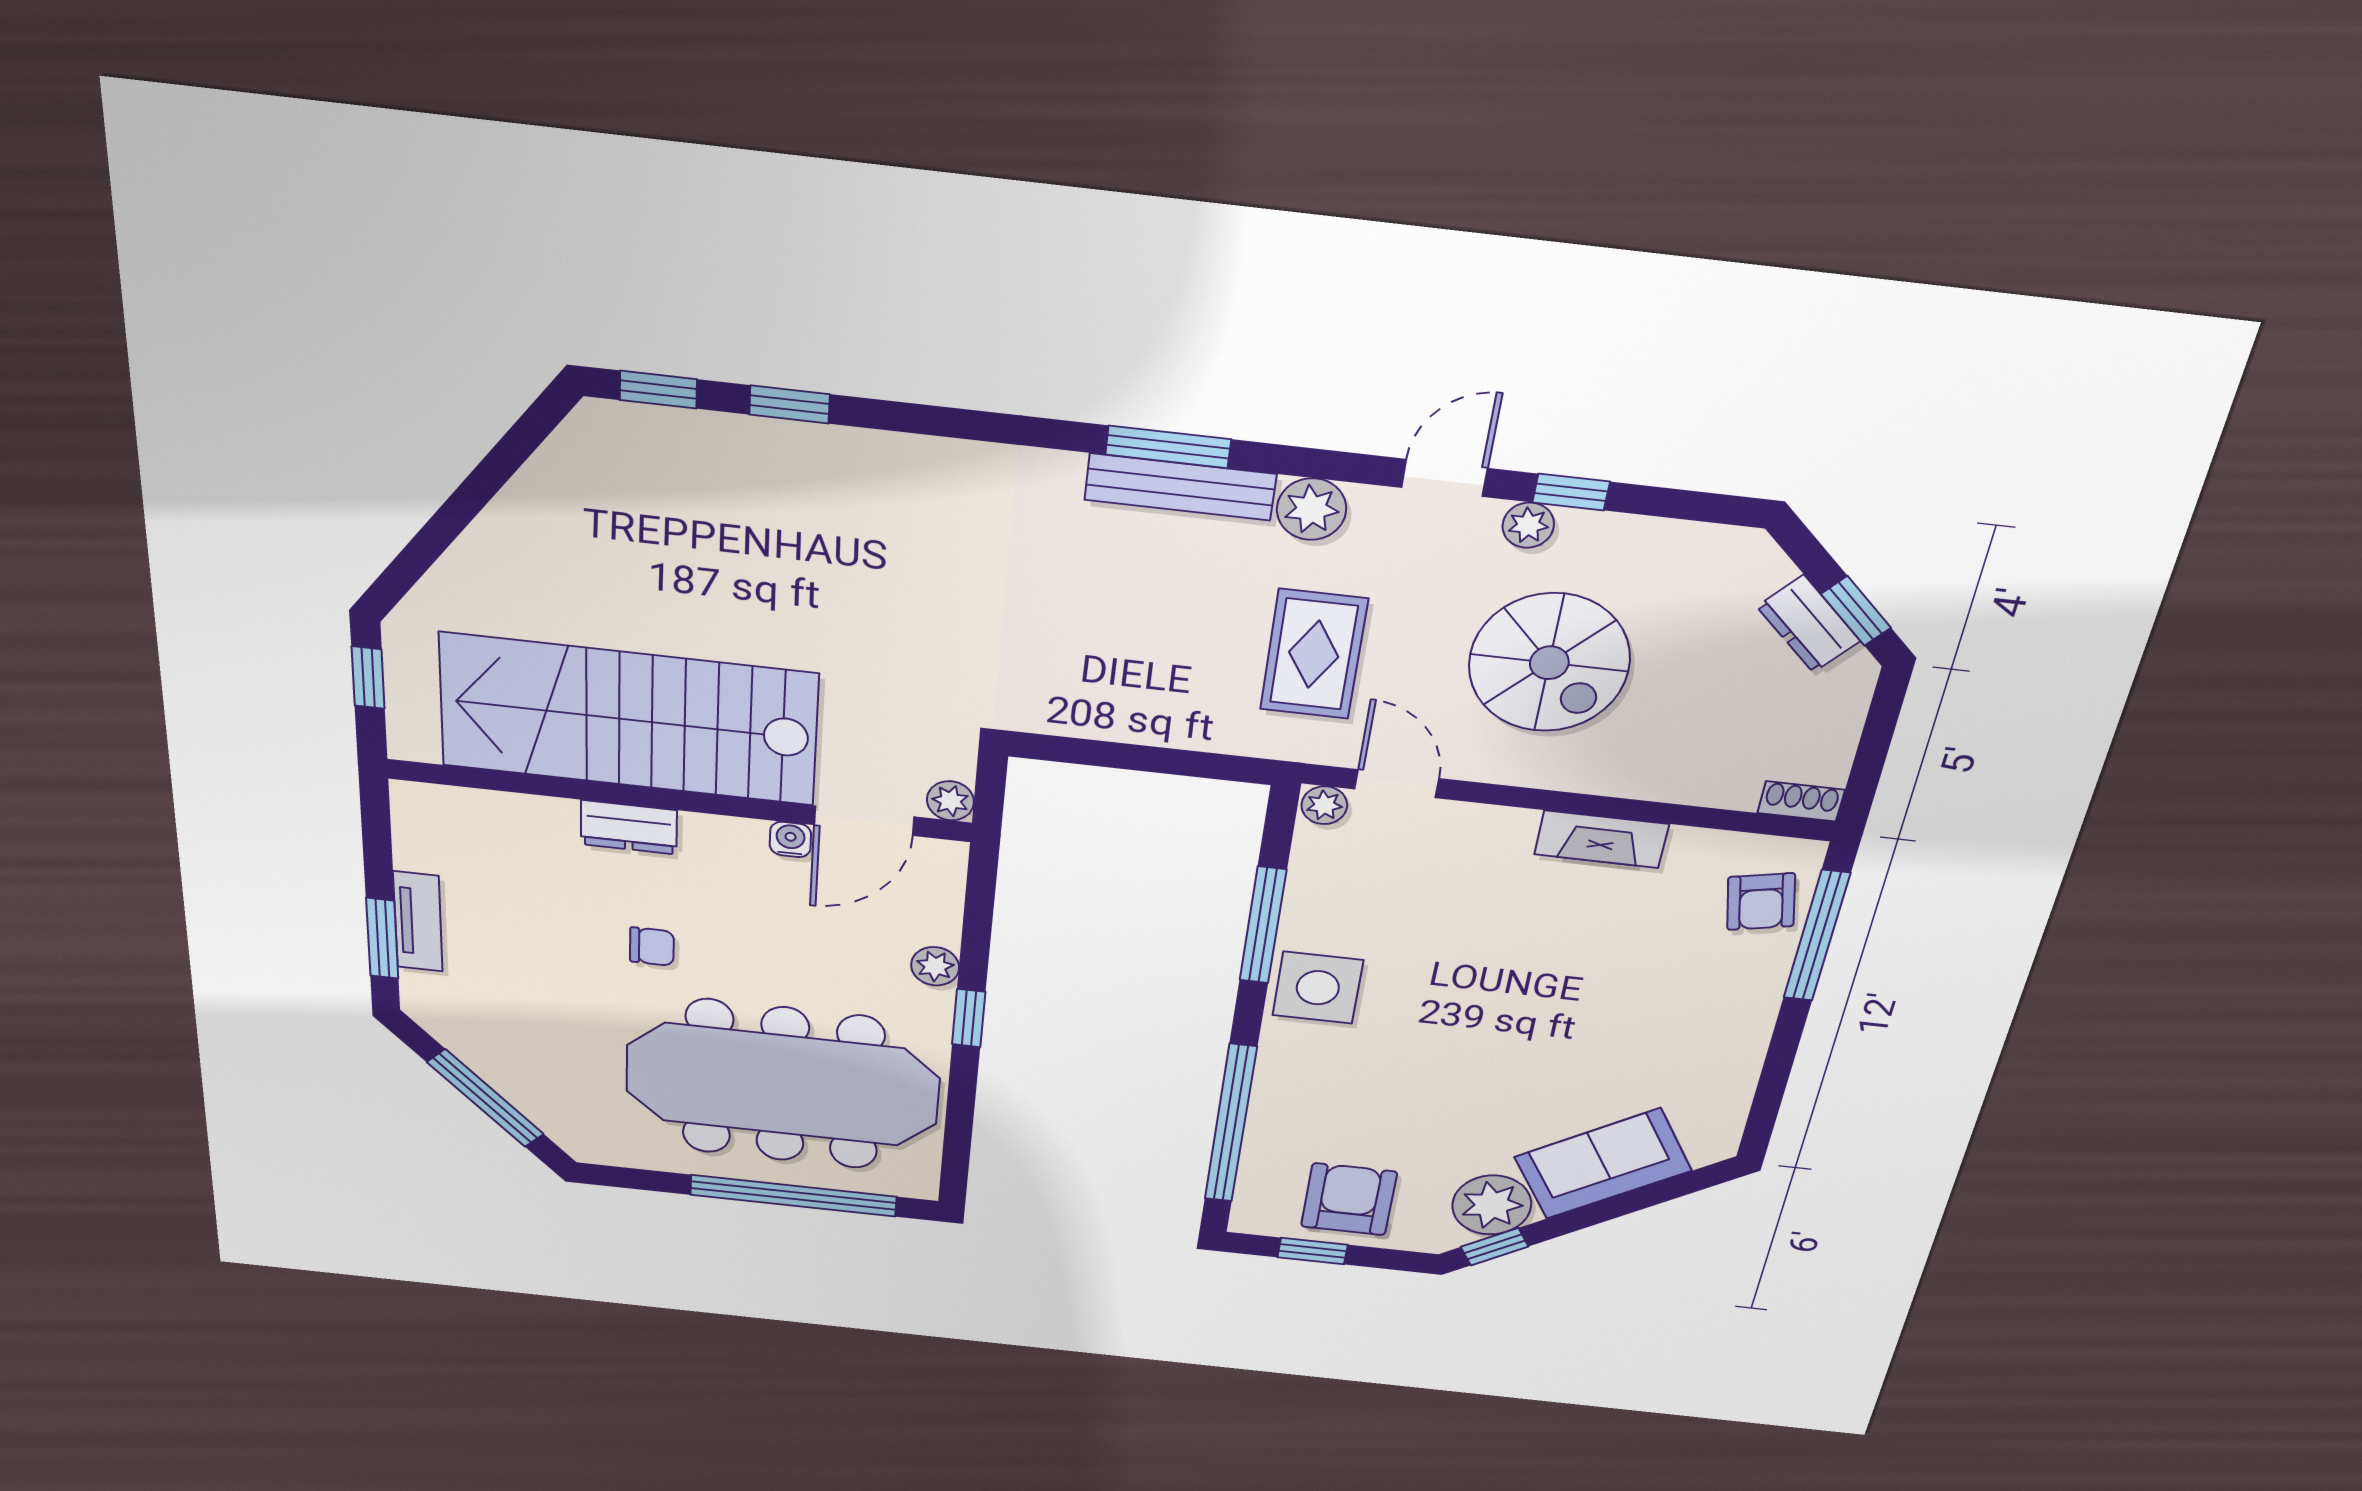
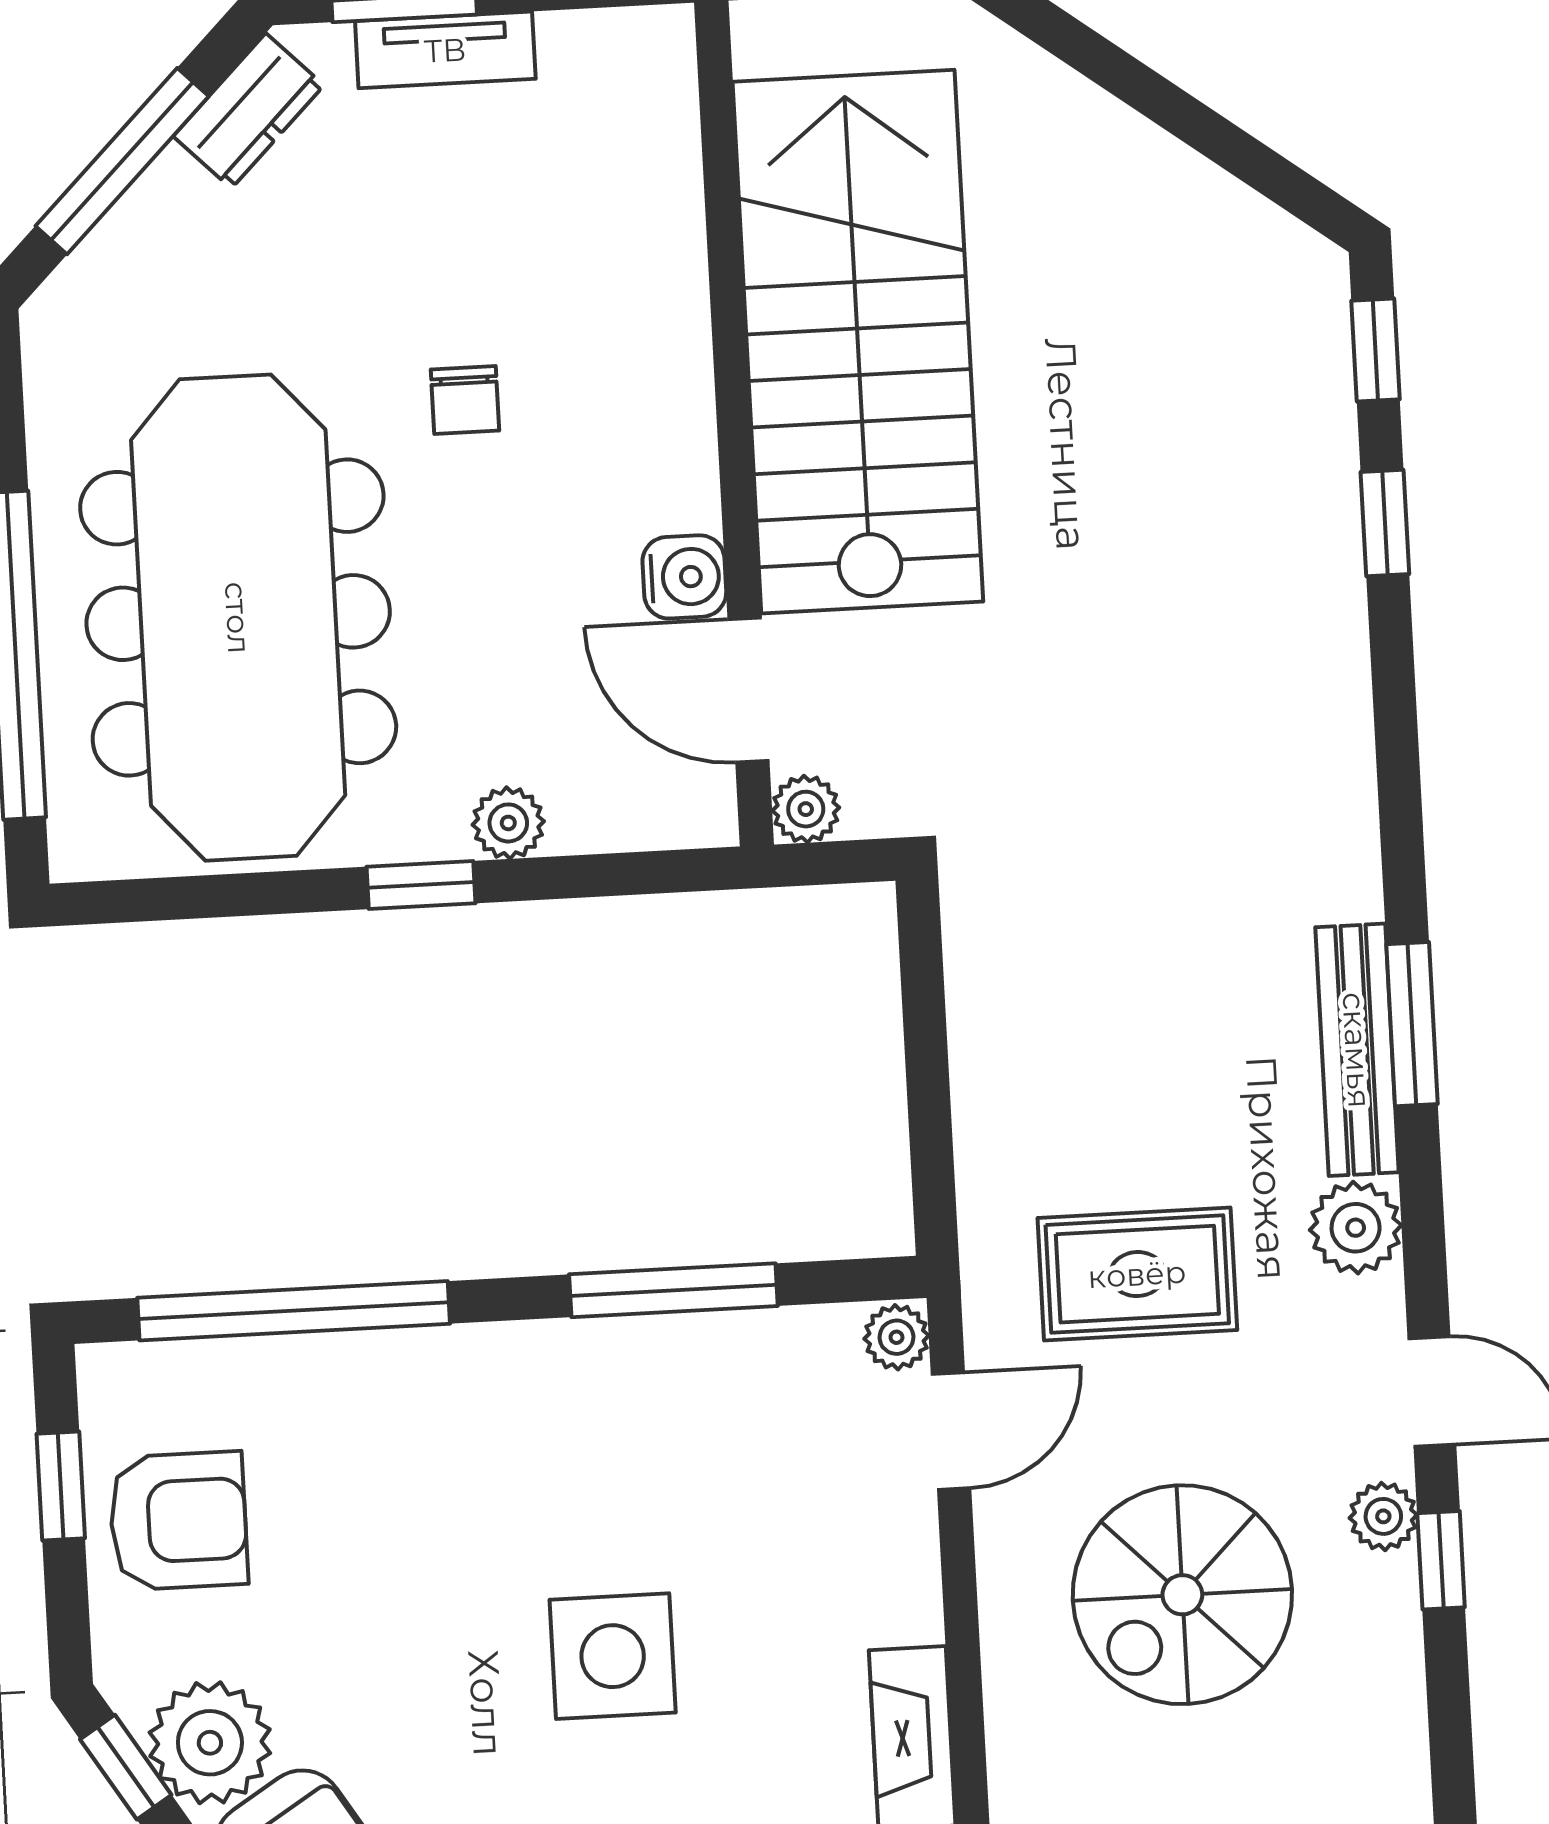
dresser: (629, 827) -> (249, 111), moved, turned -135
water cooler: (790, 839) -> (684, 577), width x1.38, depth x1.38
side table: (1318, 988) -> (613, 1656), moved

